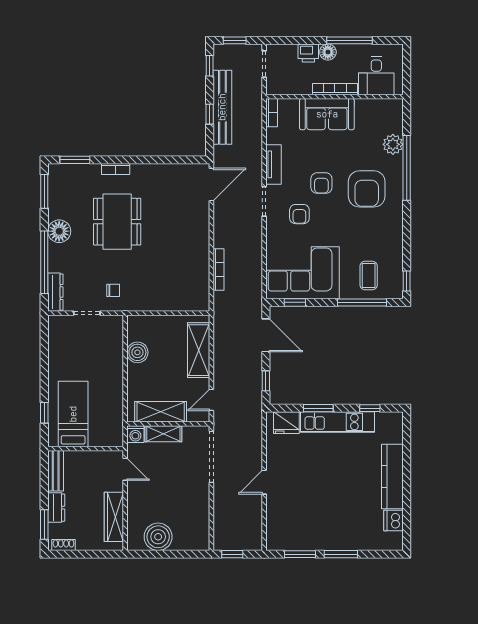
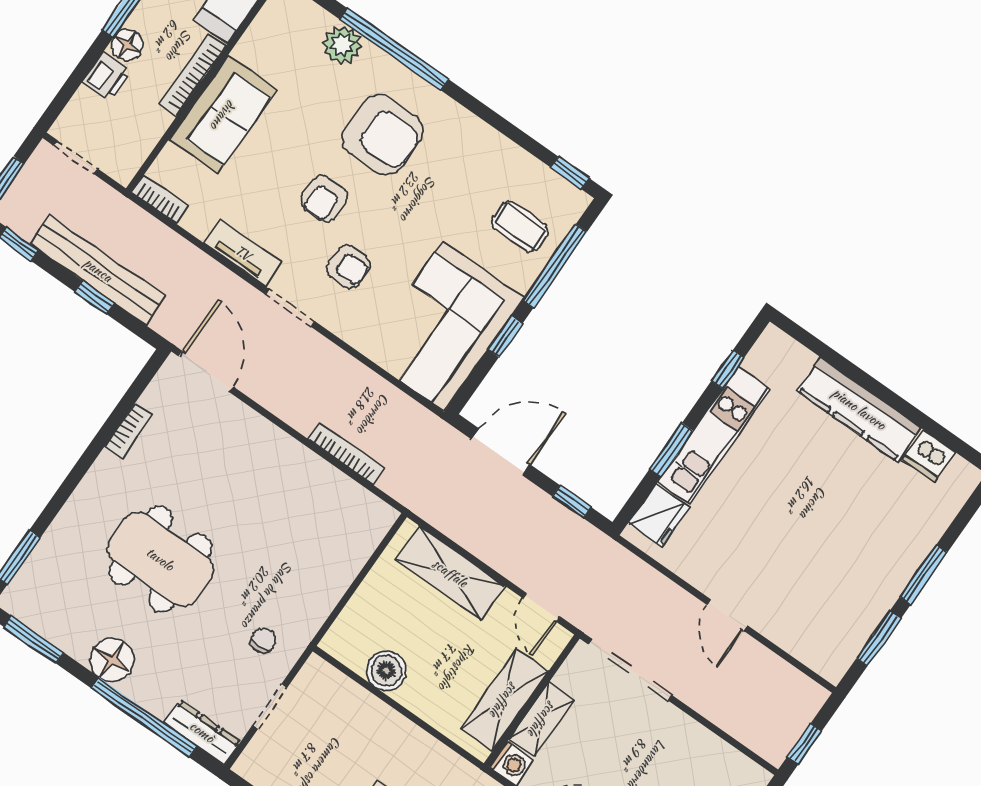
bookcase: (116, 169) -> (129, 430), moved
armchair: (321, 183) -> (324, 199), turned 90
window: (295, 302) -> (505, 336), moved

